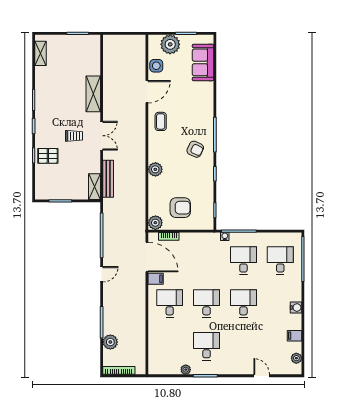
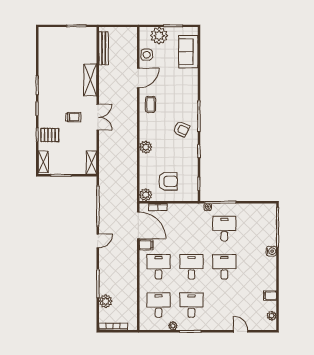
shelving: (40, 53) -> (43, 162), moved
bench: (108, 179) -> (104, 48), moved
desk: (280, 261) -> (159, 305), moved
water cooler: (296, 308) -> (271, 251), moved

